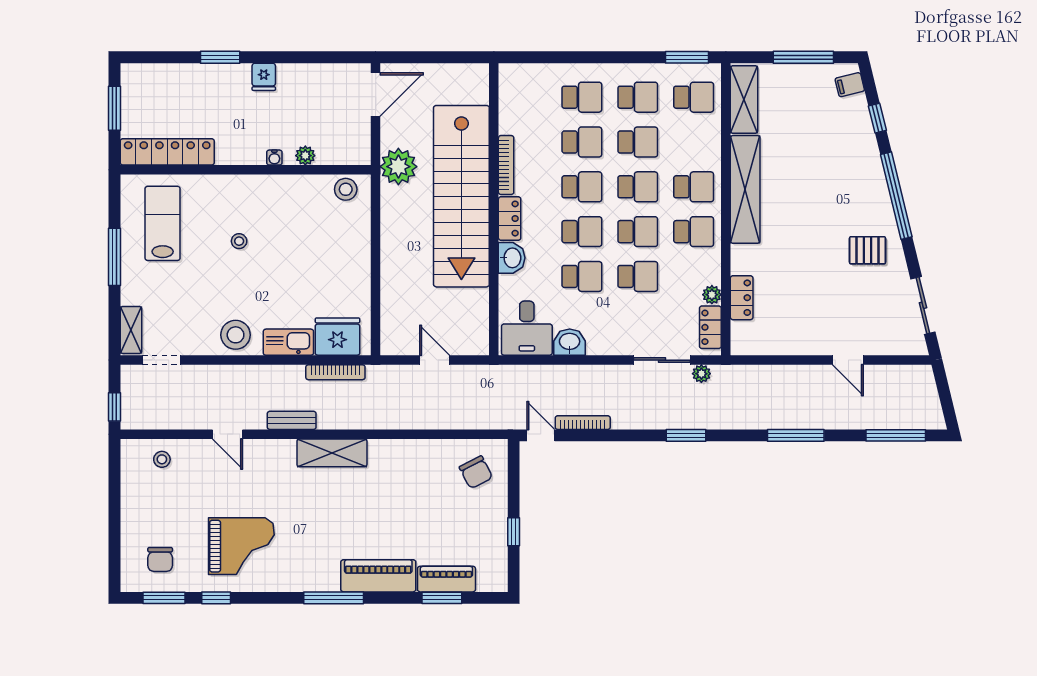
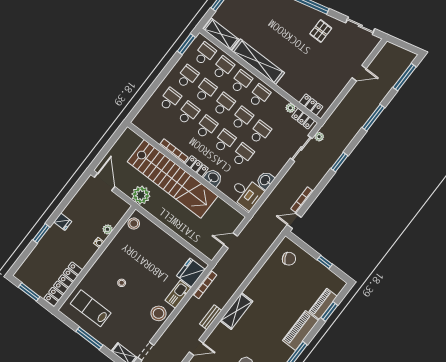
school desk: (694, 142) -> (223, 68), added
locker: (742, 298) -> (311, 105), moved

